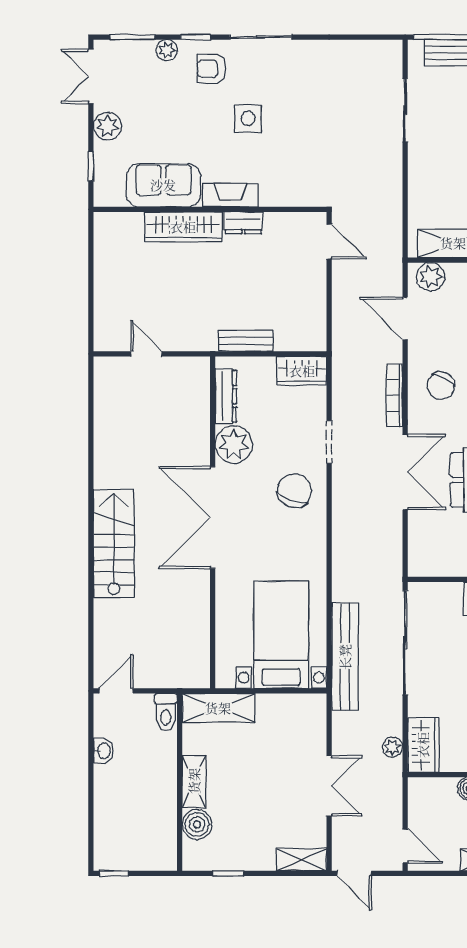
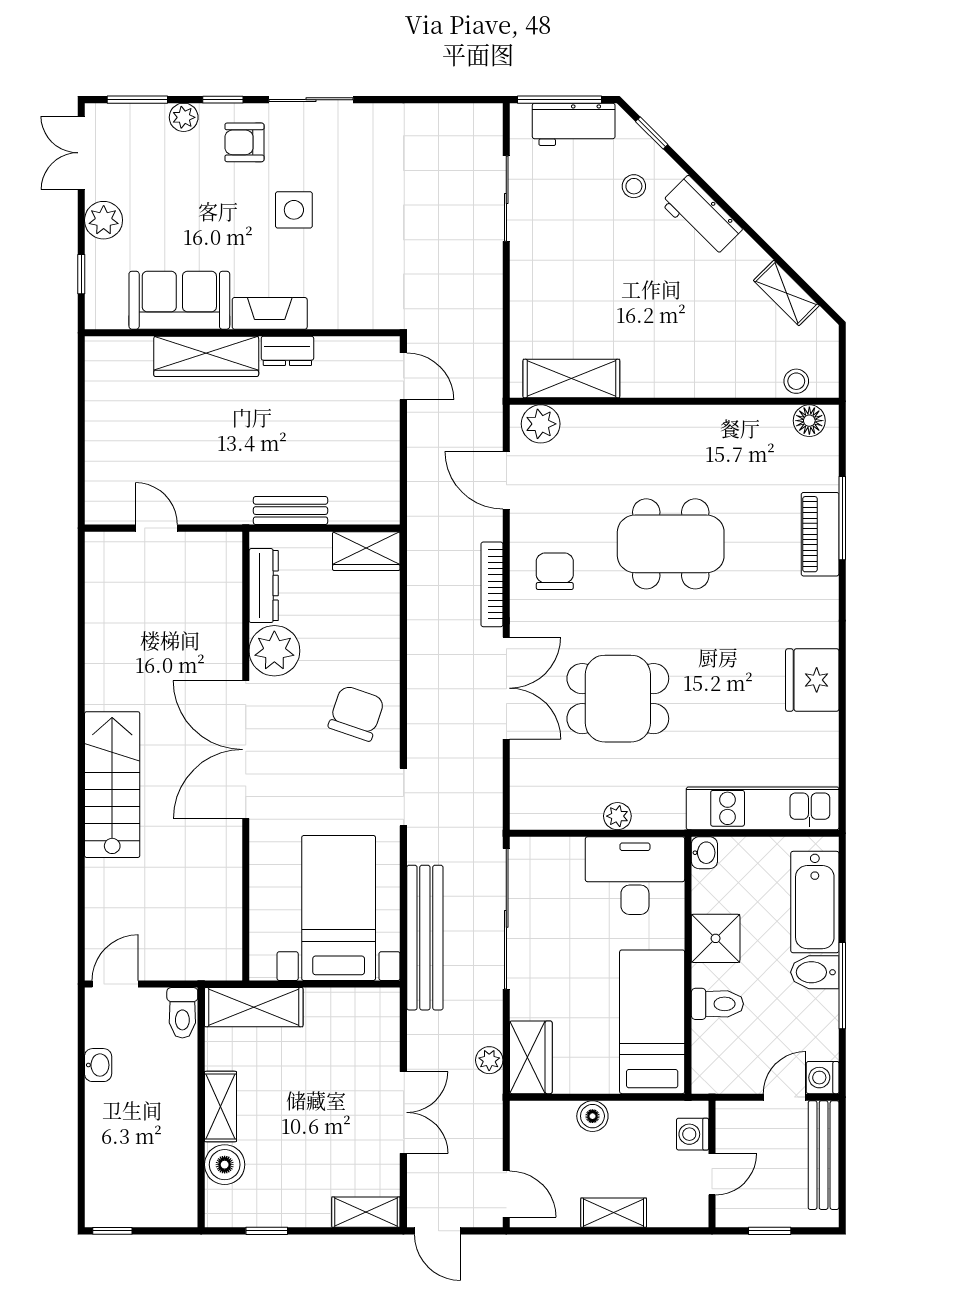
chair: (441, 386) -> (555, 571), turned 152
doorway: (329, 442) -> (403, 797), moved

